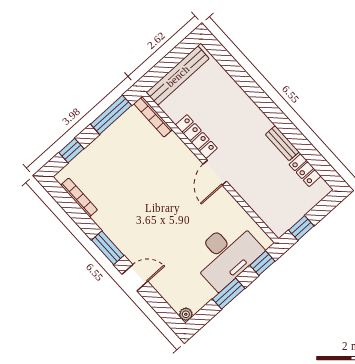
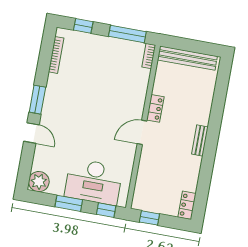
bookcase: (153, 117) -> (149, 56), width x0.64
locker: (196, 137) -> (155, 108), width x0.66
bench: (282, 143) -> (200, 140), moved
locker: (305, 170) -> (187, 205), moved
plant: (186, 314) -> (39, 182), width x1.88, depth x1.88

